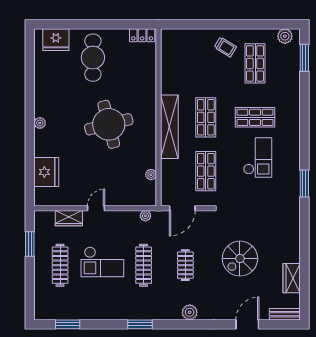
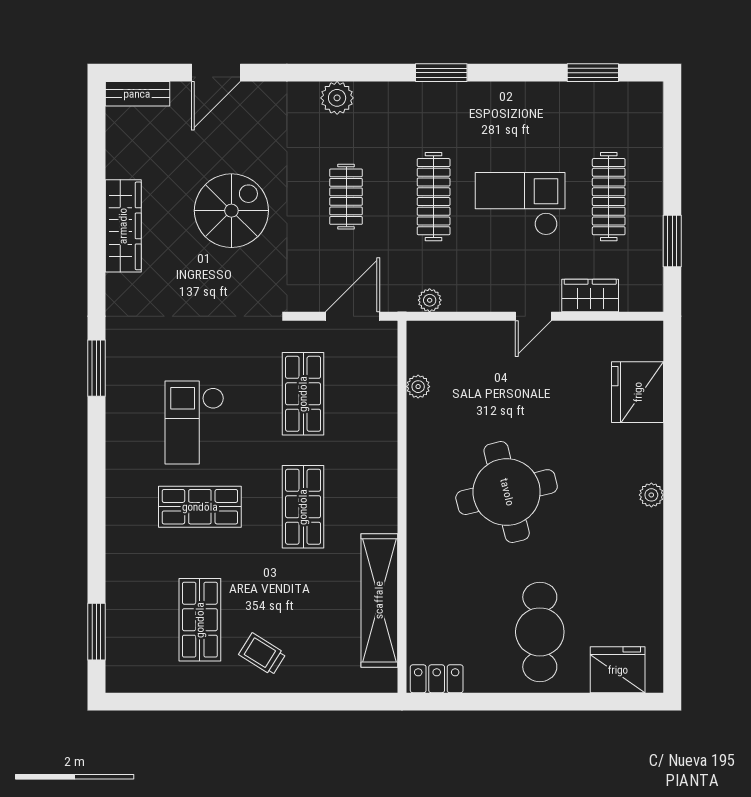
plant: (285, 36) -> (137, 677), removed
shelving: (169, 127) -> (379, 600), moved
wardrobe: (292, 278) -> (123, 226), moved, width x1.50

